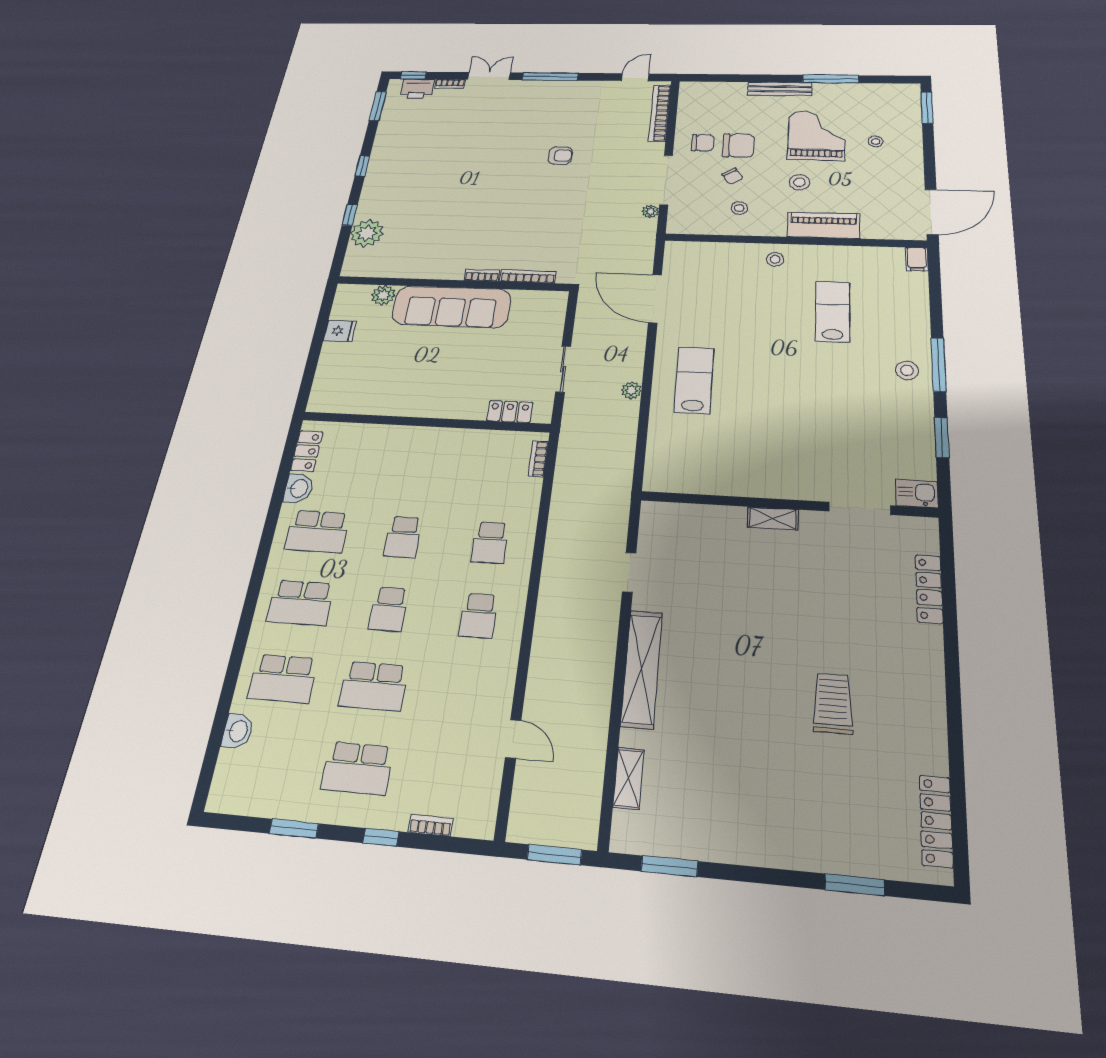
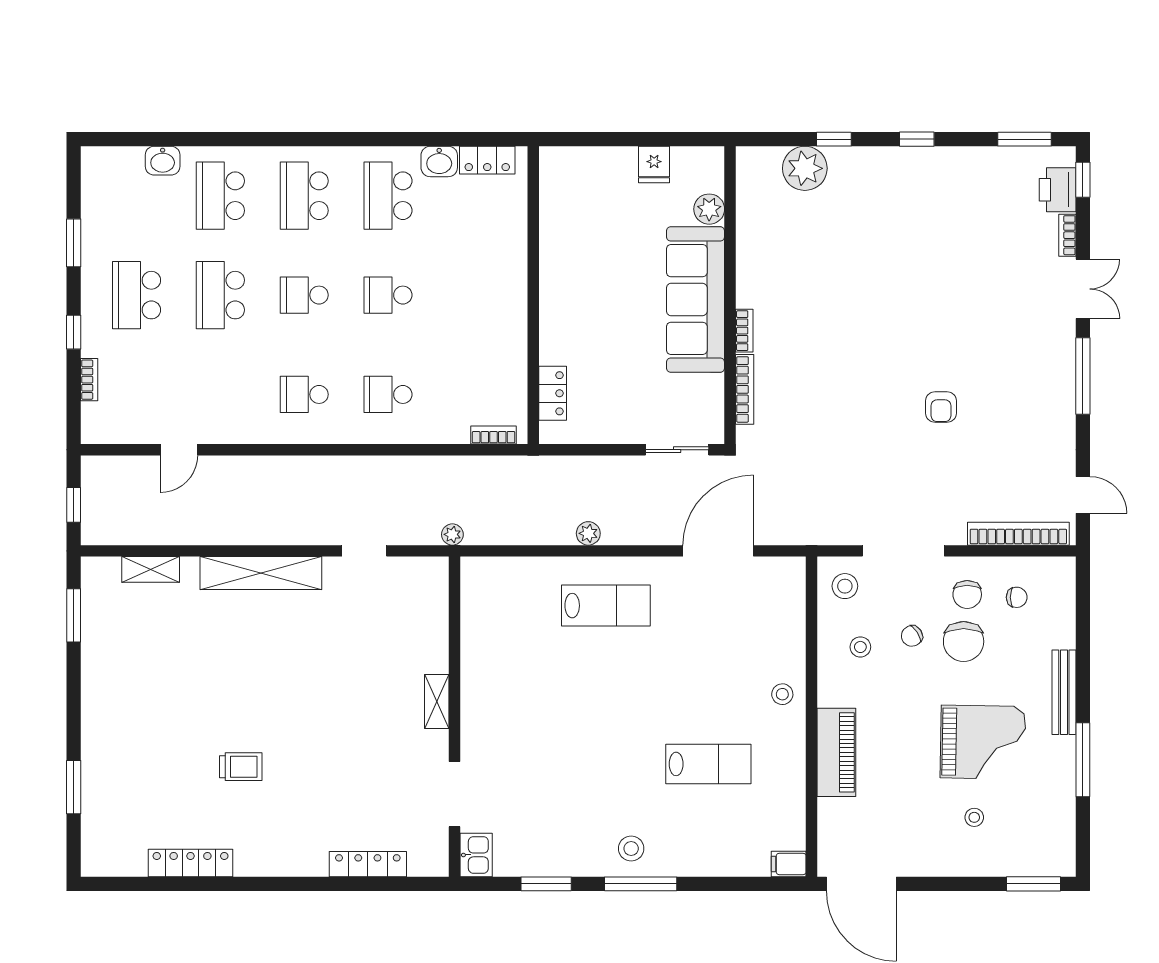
chair: (707, 114) -> (1017, 597), added
stool: (799, 182) -> (845, 586), moved
plant: (650, 211) -> (452, 534), moved
sliding door: (563, 369) -> (677, 450), moved
trolley: (833, 703) -> (241, 767), width x0.73, depth x0.72
locker: (936, 821) -> (191, 863), moved
window: (554, 855) -> (74, 505), width x0.67

